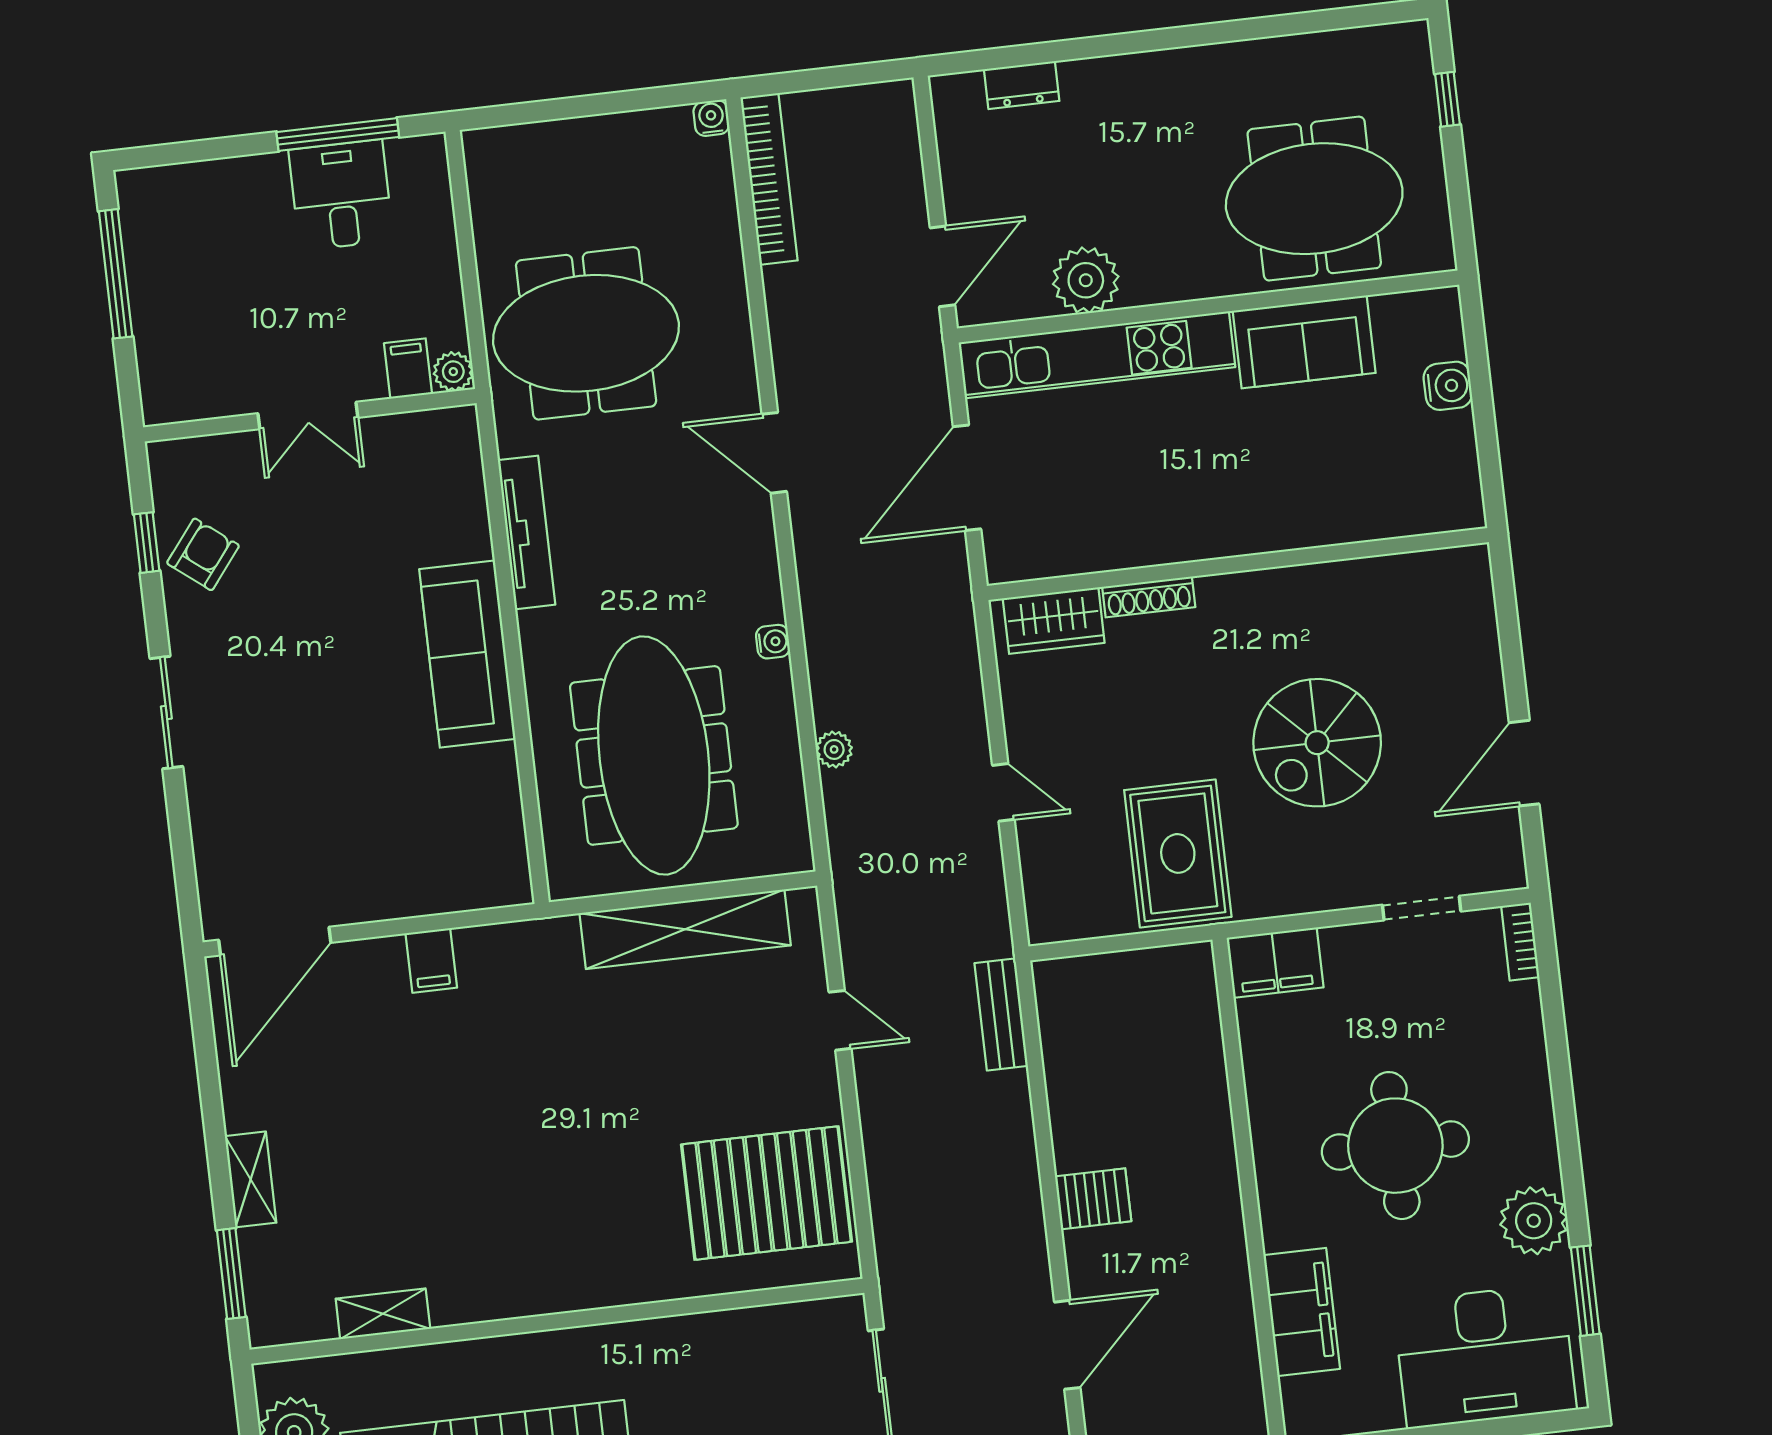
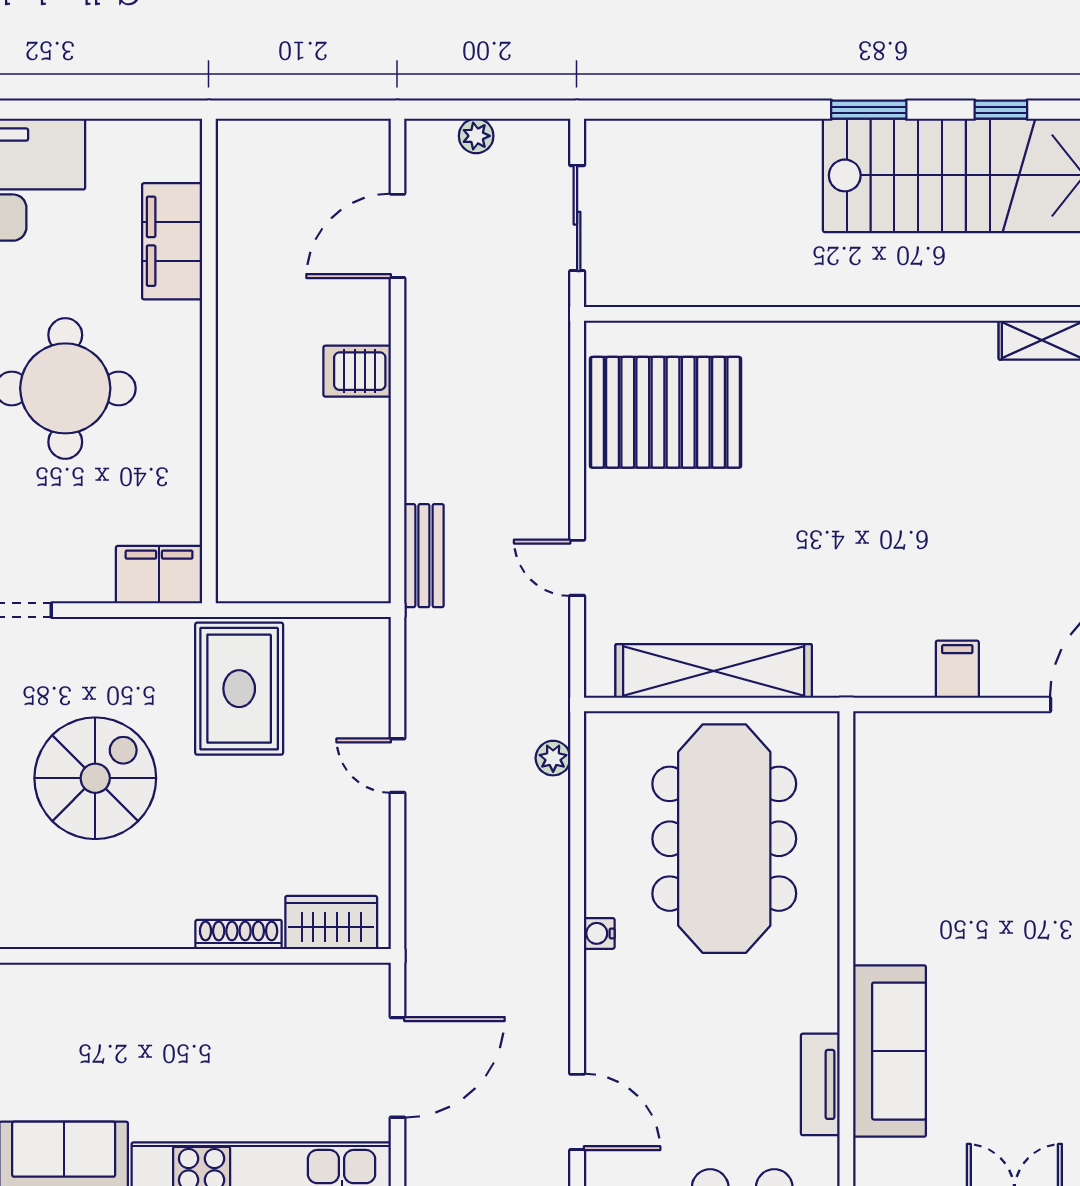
tv unit: (527, 532) -> (820, 1084), width x0.71
sofa: (467, 654) -> (890, 1051), moved
plant: (834, 749) -> (553, 758), moved

